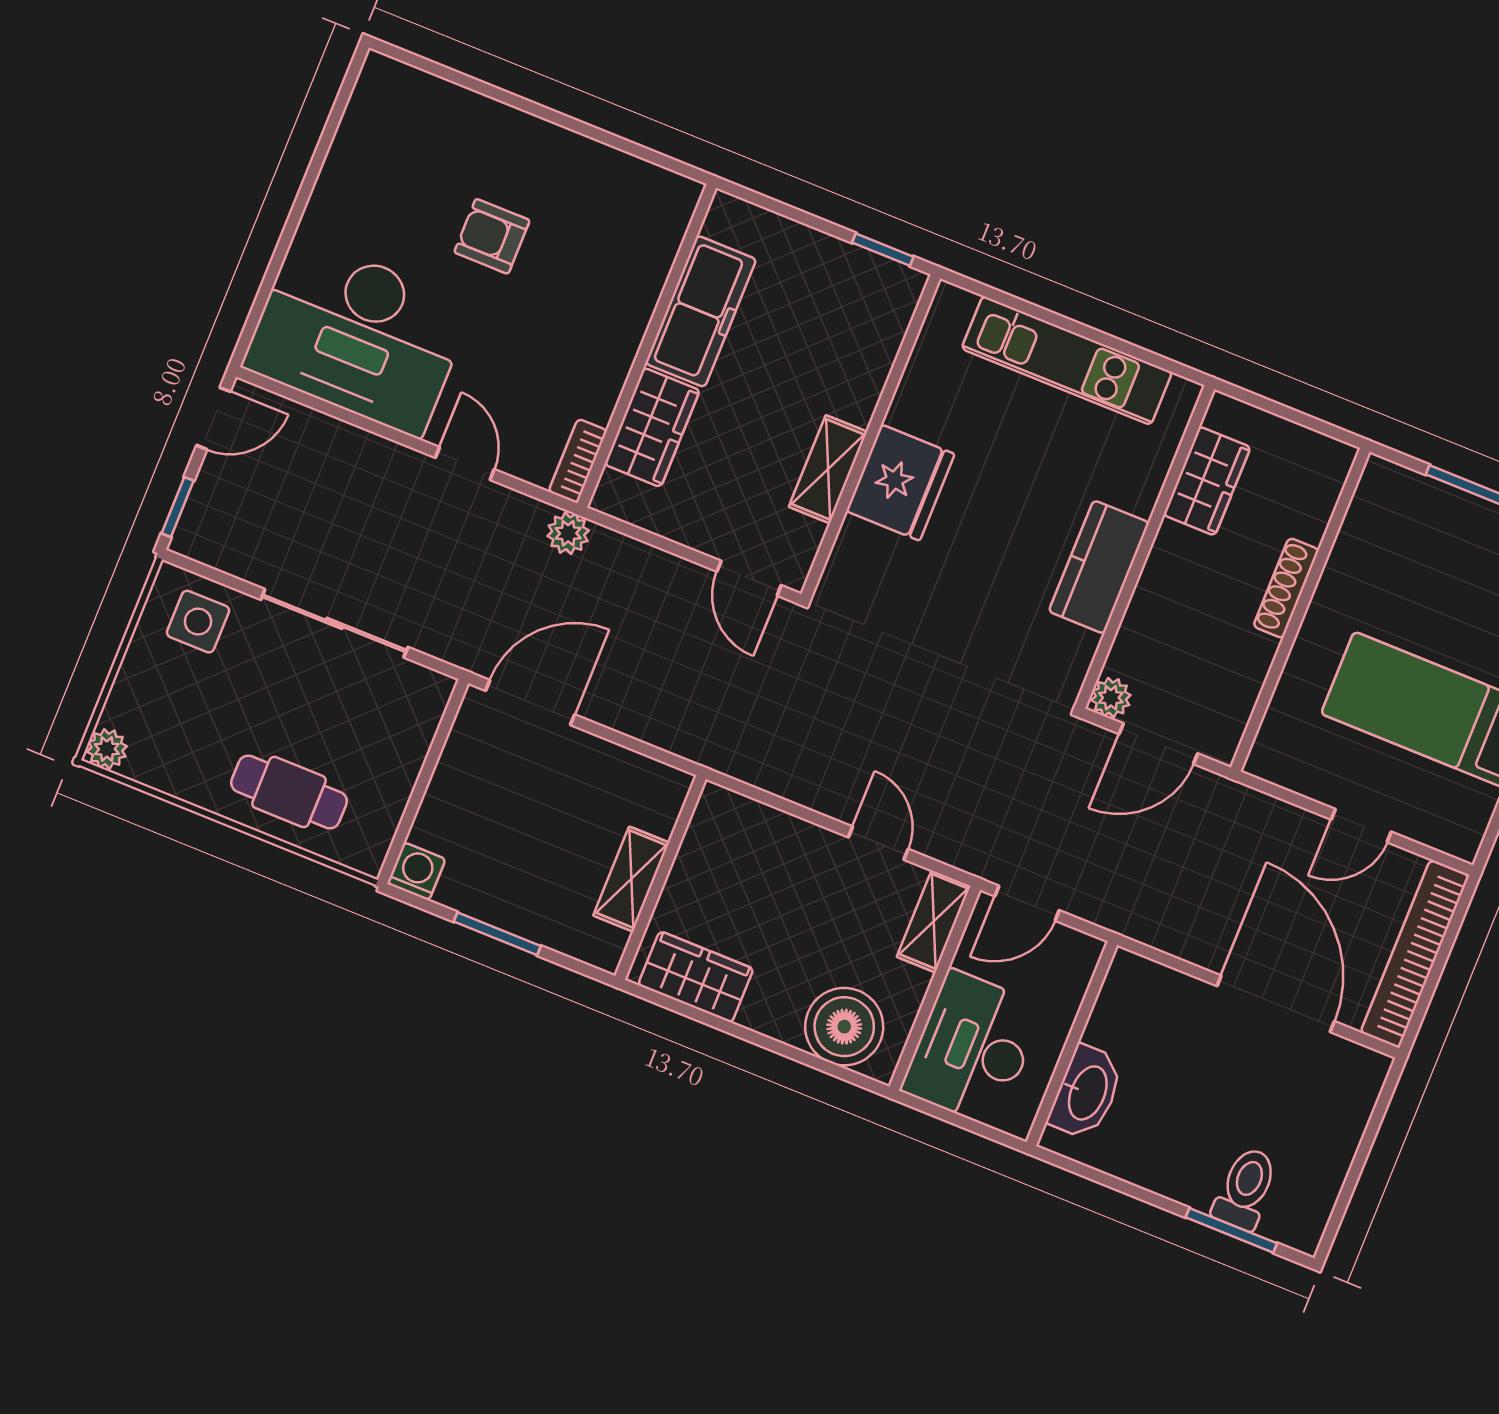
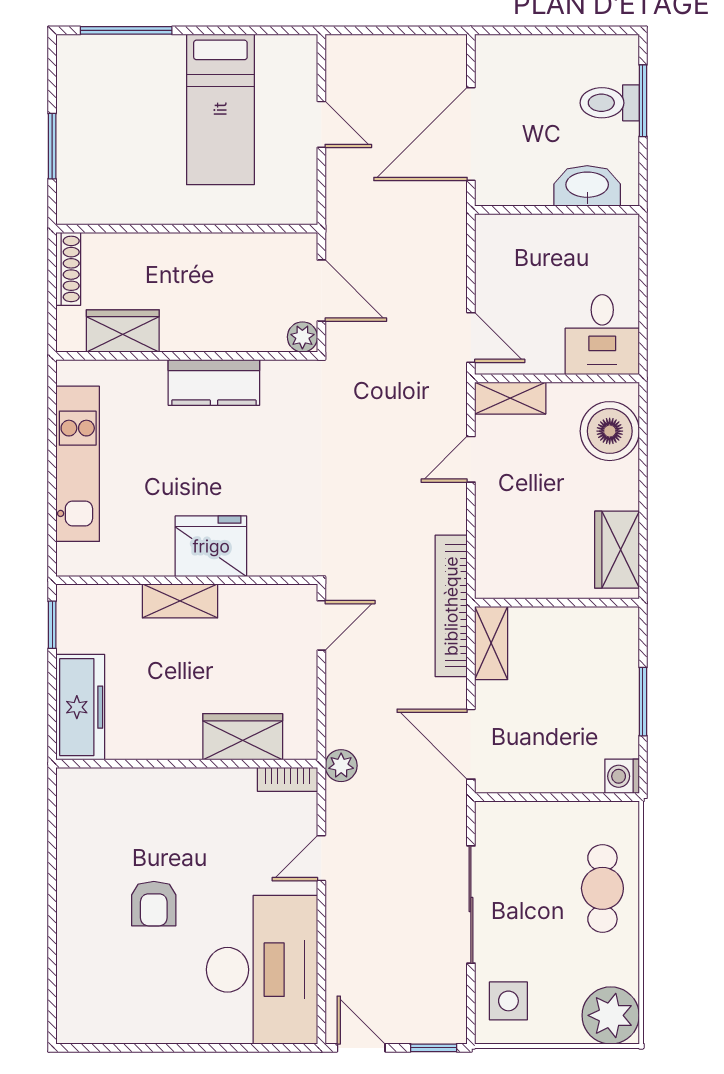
freezer: (701, 311) -> (80, 707), moved, turned 90
shelving: (828, 469) -> (180, 601), moved
shoe rack: (1286, 588) -> (68, 269), moved, turned -90
plant: (107, 749) -> (611, 1015), width x1.88, depth x1.88
shelving: (631, 879) -> (491, 643), moved, turned 90
bookcase: (1415, 954) -> (451, 606), moved, turned 90
wall: (1072, 1044) -> (557, 210), moved
desk: (973, 1048) -> (602, 335), width x0.73
washbasin: (1086, 1092) -> (587, 186), moved

